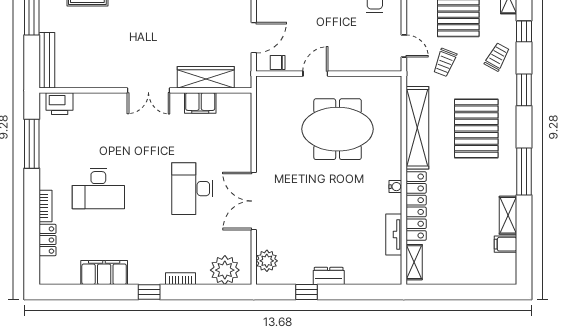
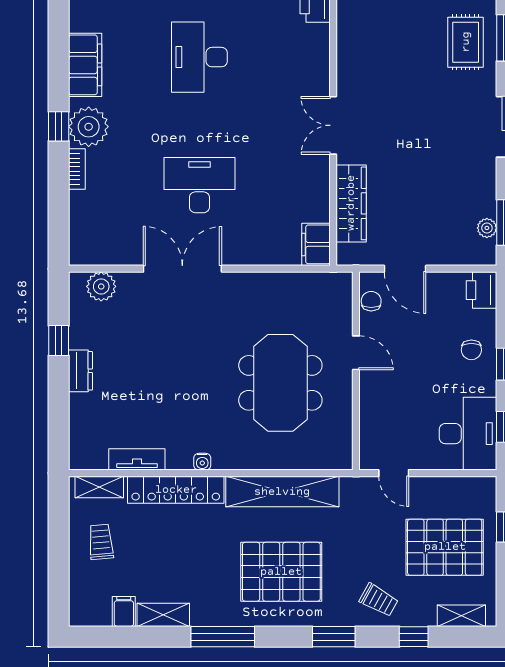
door: (404, 46) -> (394, 473), hinge flipped
trolley: (445, 63) -> (101, 542), moved, turned 64
filing cabinet: (200, 103) -> (316, 244), moved
plant: (225, 270) -> (89, 127), moved

